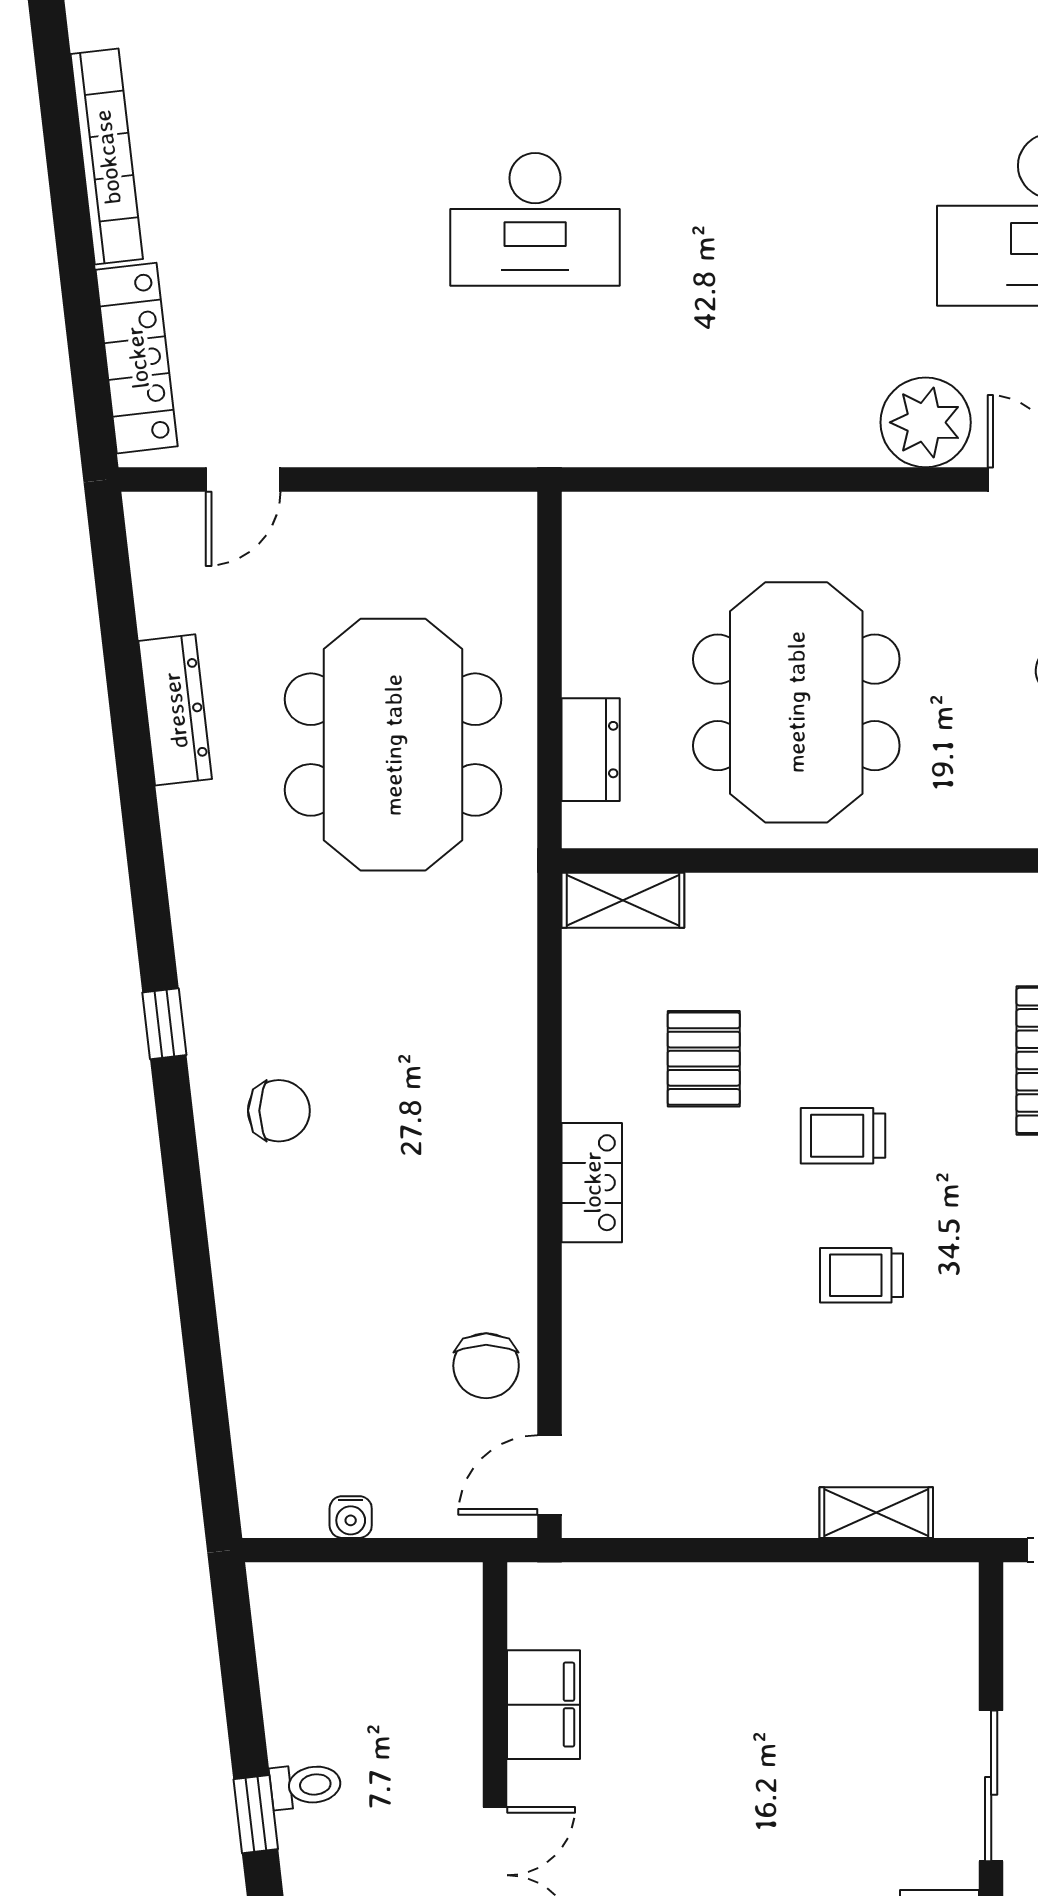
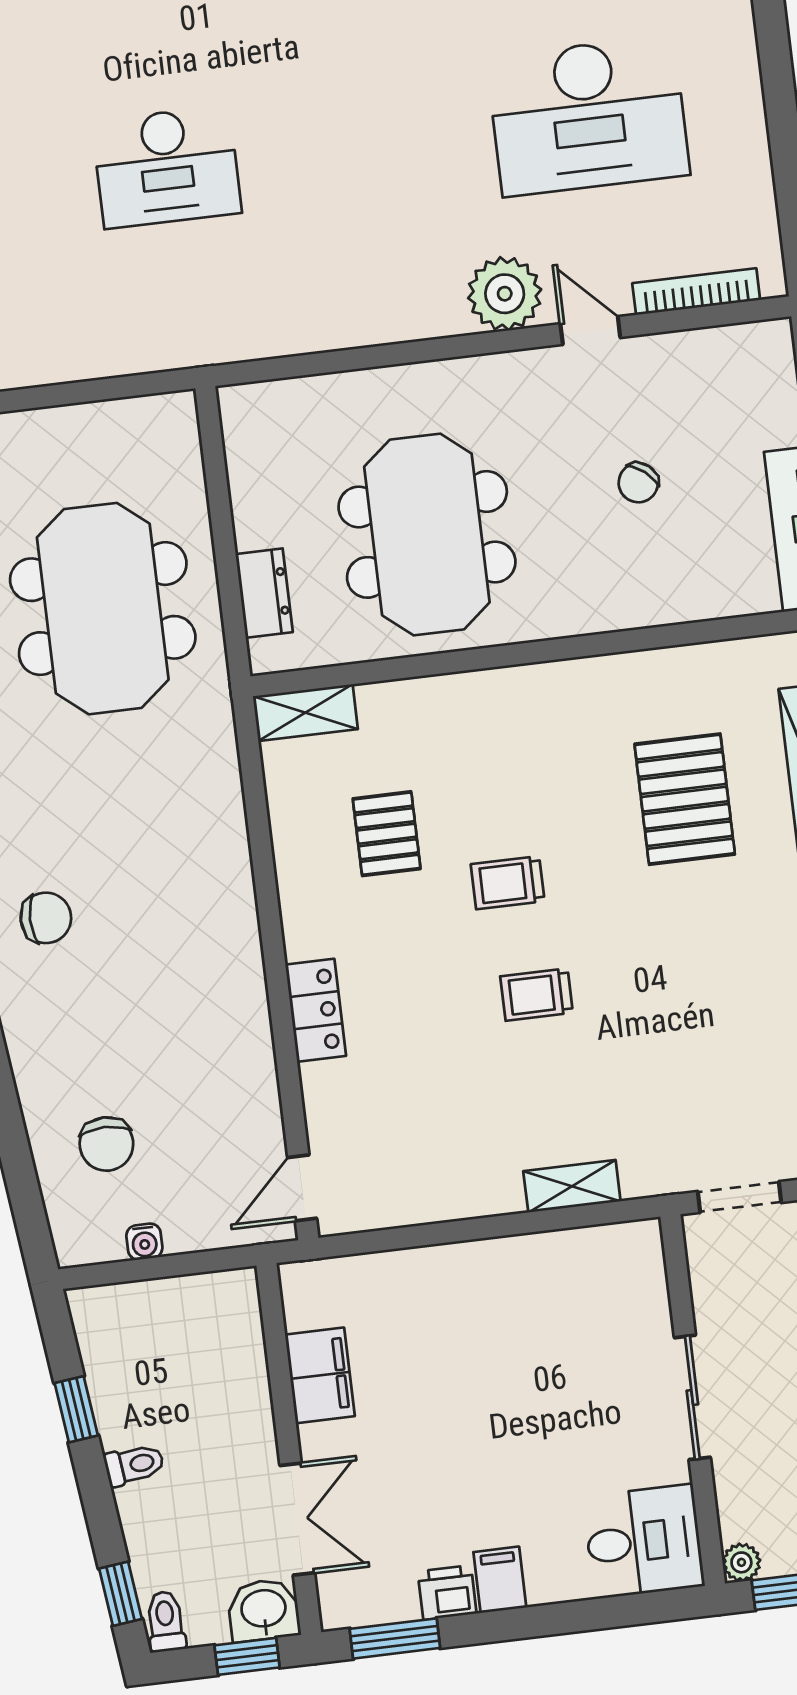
locker: (592, 1183) -> (316, 1010), moved
chair: (486, 1366) -> (106, 1144), moved
window: (256, 1814) -> (76, 1409), moved

